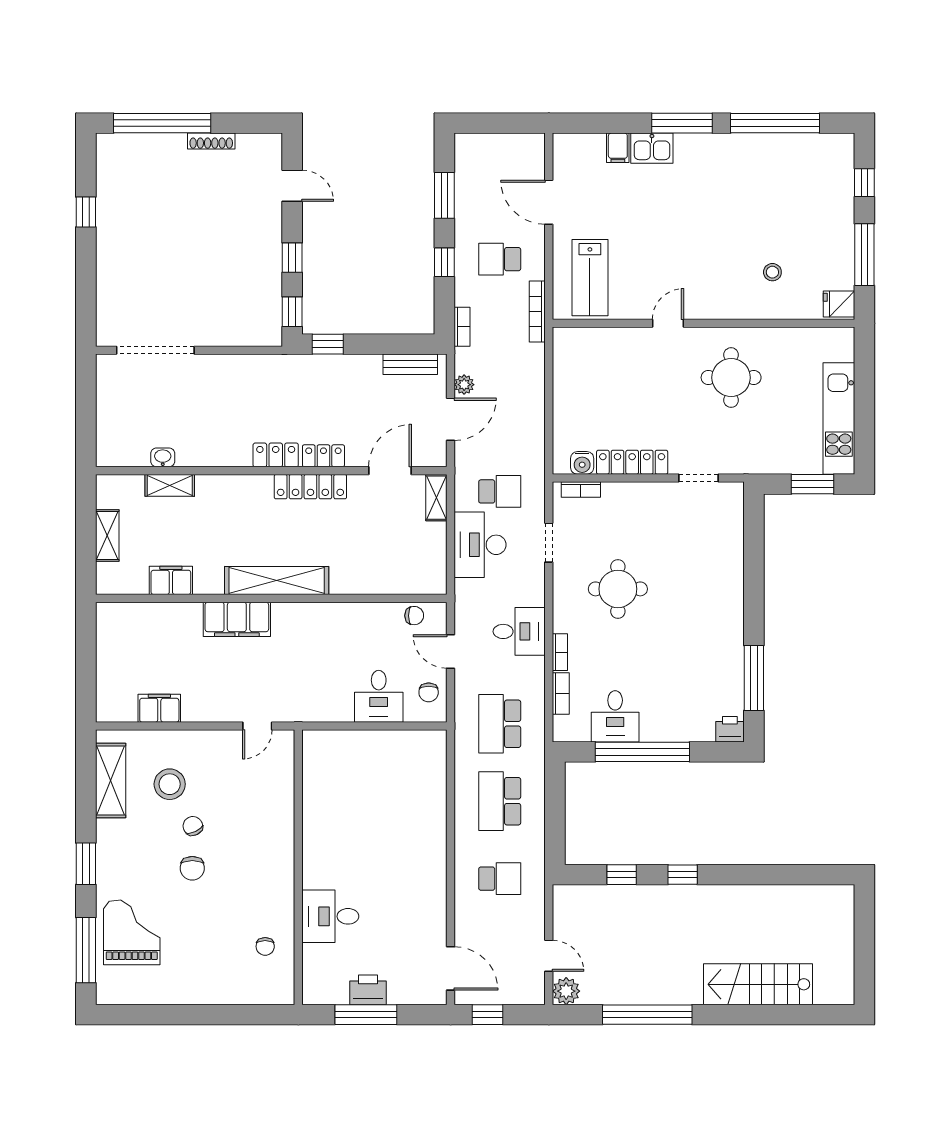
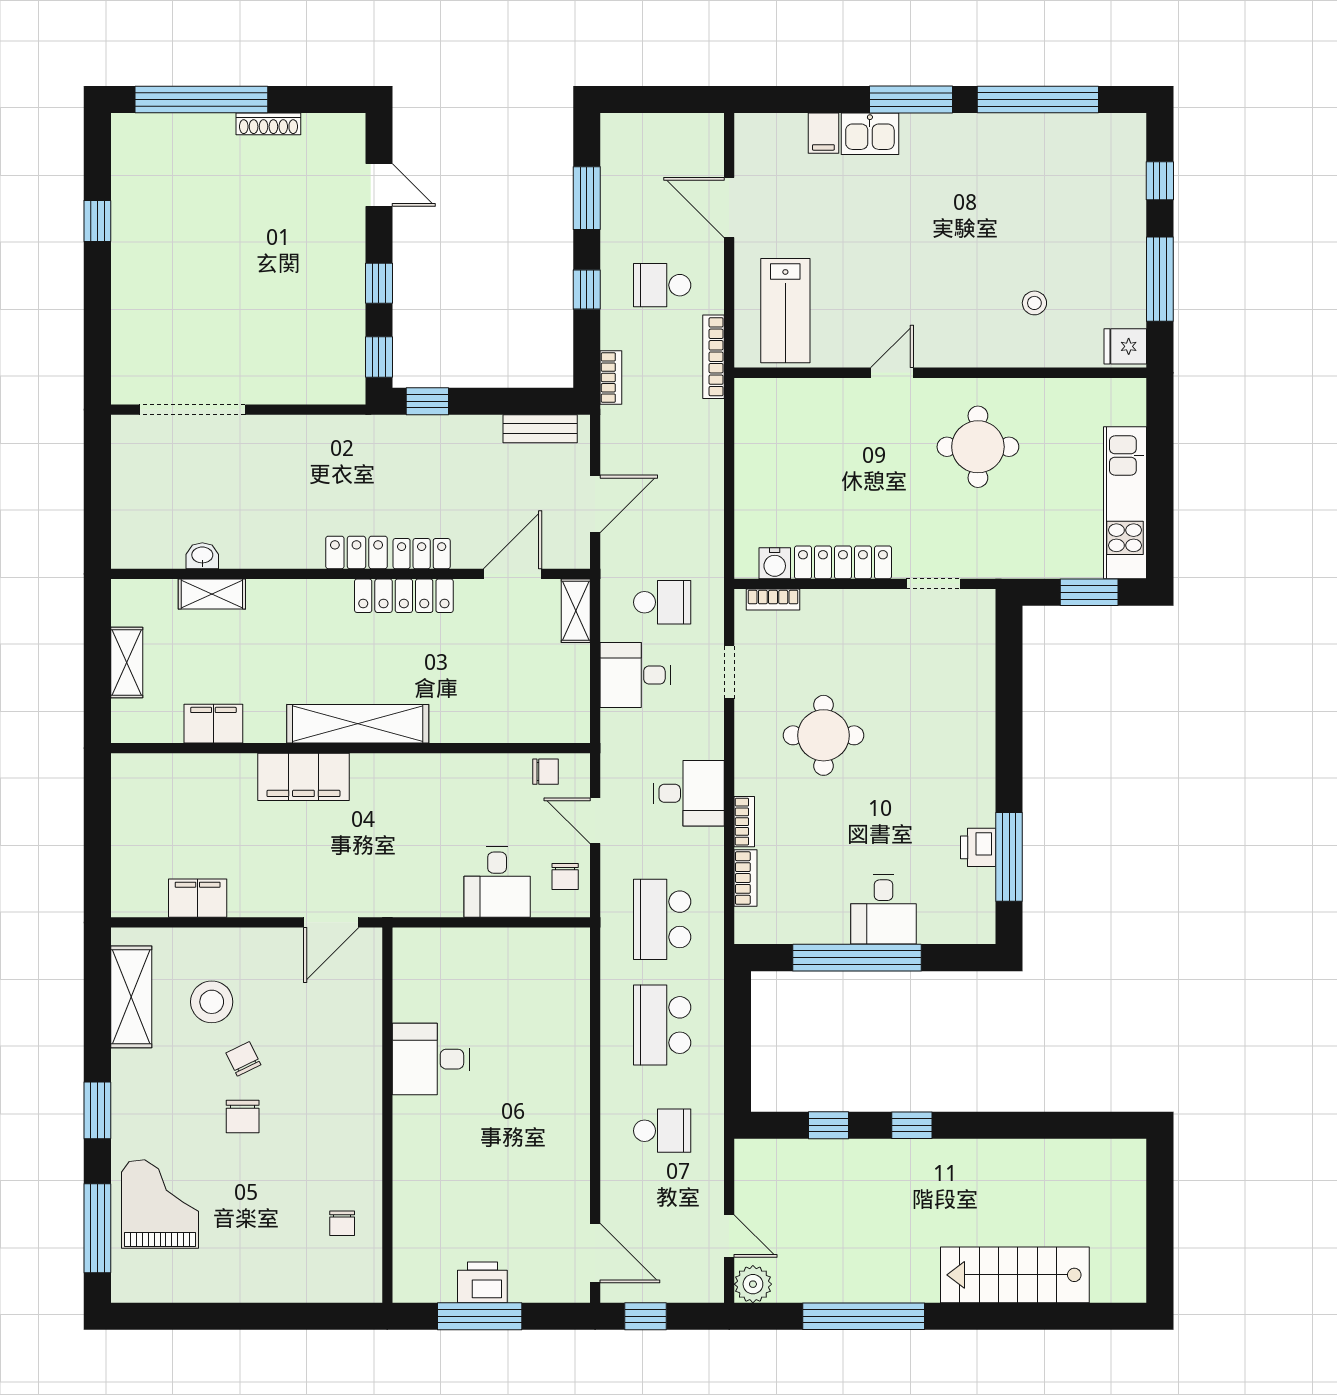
plant: (464, 385) -> (614, 456), removed
desk: (480, 545) -> (635, 675), width x0.73
desk: (615, 716) -> (883, 909), moved
door: (257, 726) -> (331, 922), width x1.38
printer: (730, 729) -> (978, 847), moved, turned -90
desk: (330, 916) -> (431, 1059), moved

